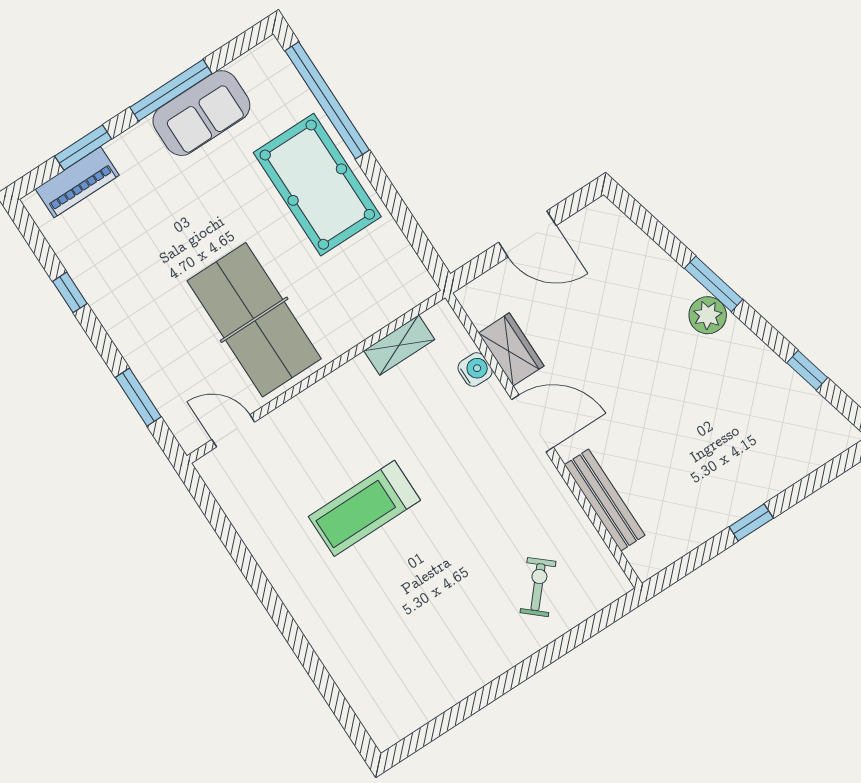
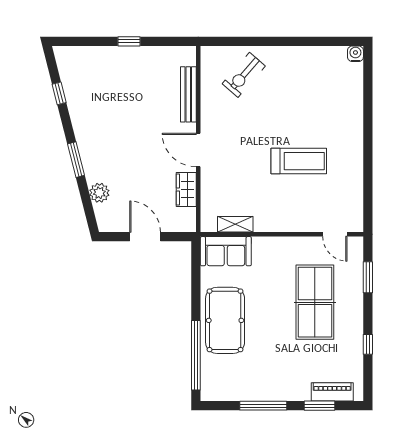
sofa: (201, 113) -> (226, 251), moved, turned 180
plant: (708, 315) -> (99, 193), moved
table tennis table: (254, 320) -> (315, 302), moved
water cooler: (475, 369) -> (355, 54), moved, turned 90
exercise bike: (538, 587) -> (244, 75), width x1.38, depth x1.39

